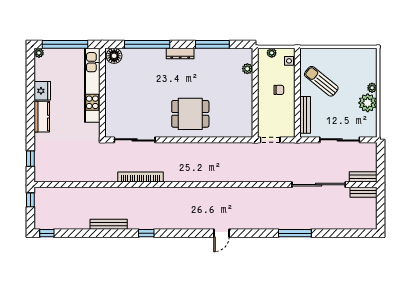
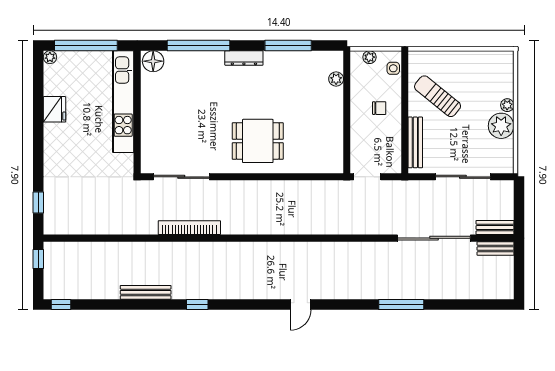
kitchen counter: (42, 117) -> (54, 145), removed

